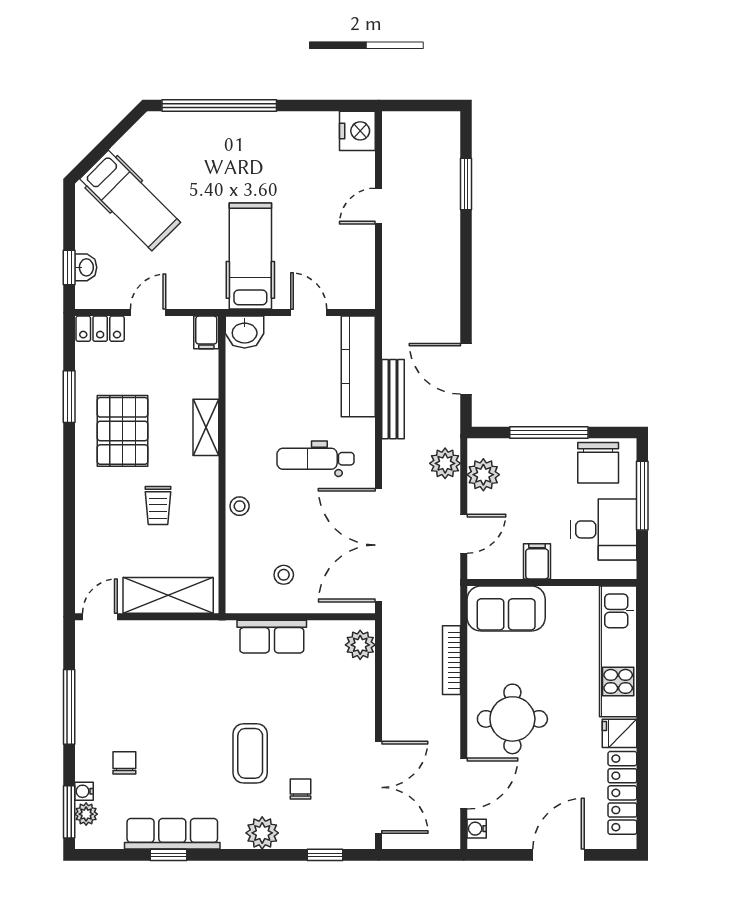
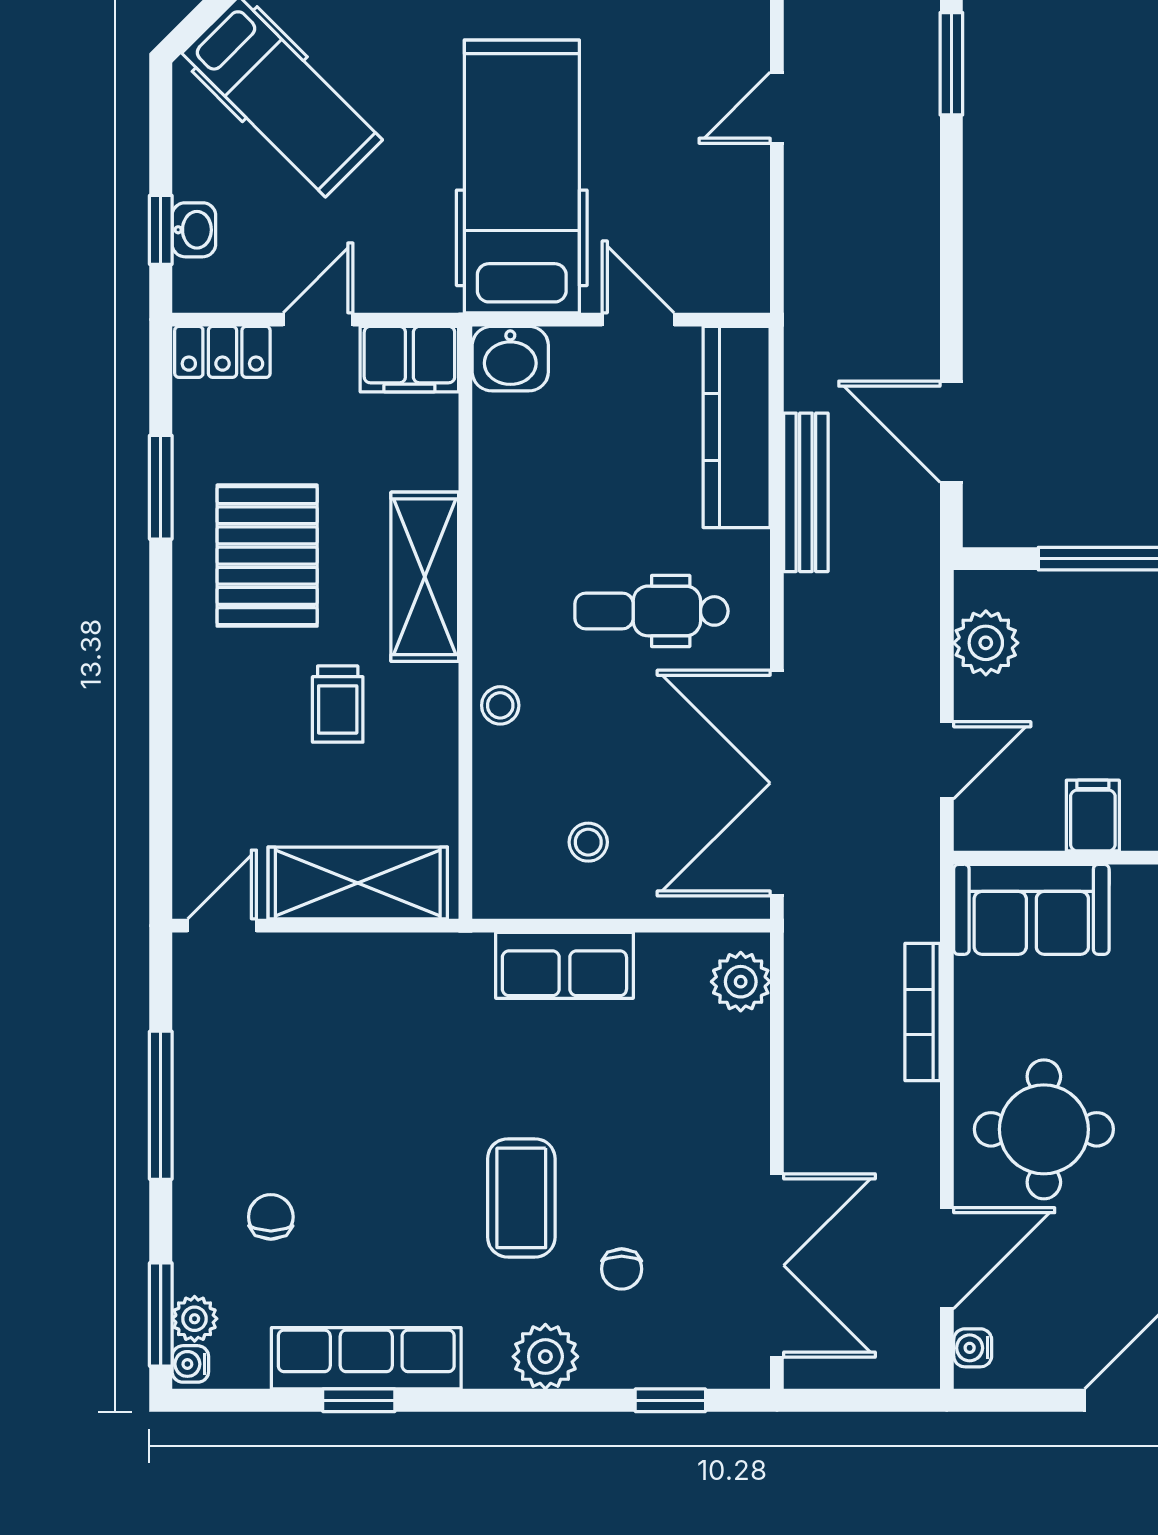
hospital bed: (250, 256) -> (522, 176), width x1.37, depth x1.29
filing cabinet: (206, 332) -> (409, 359), width x2.00
shelving: (206, 427) -> (425, 577), width x1.50, depth x1.33
plant: (445, 463) -> (910, 620), removed
chair: (300, 789) -> (622, 1269), turned 180
water cooler: (84, 791) -> (190, 1364), moved

